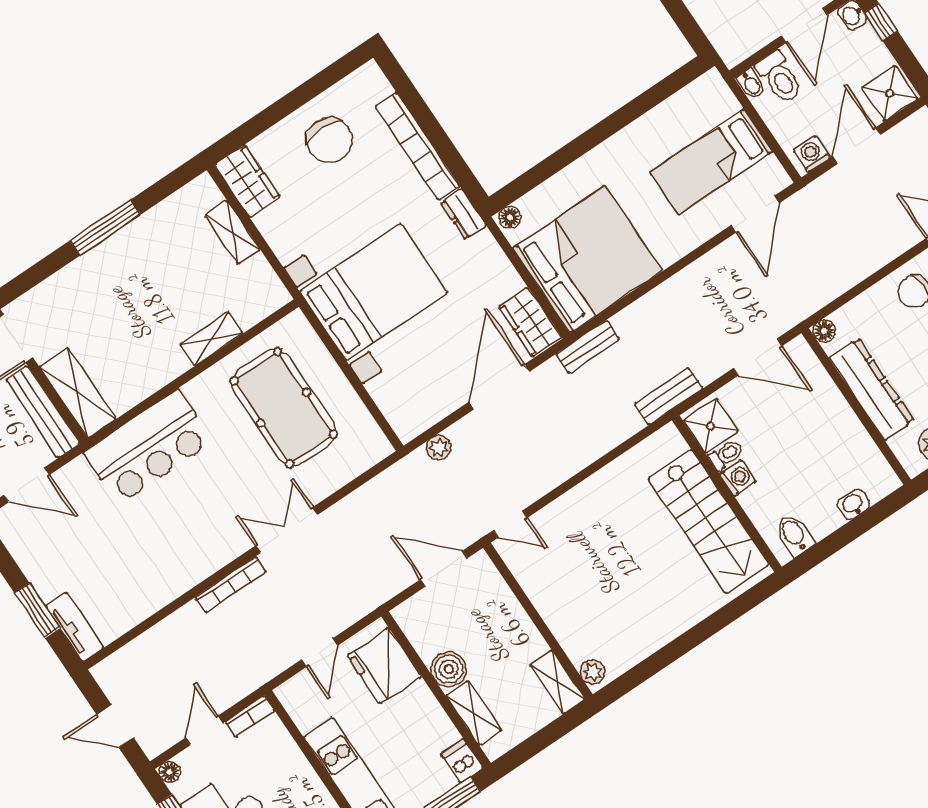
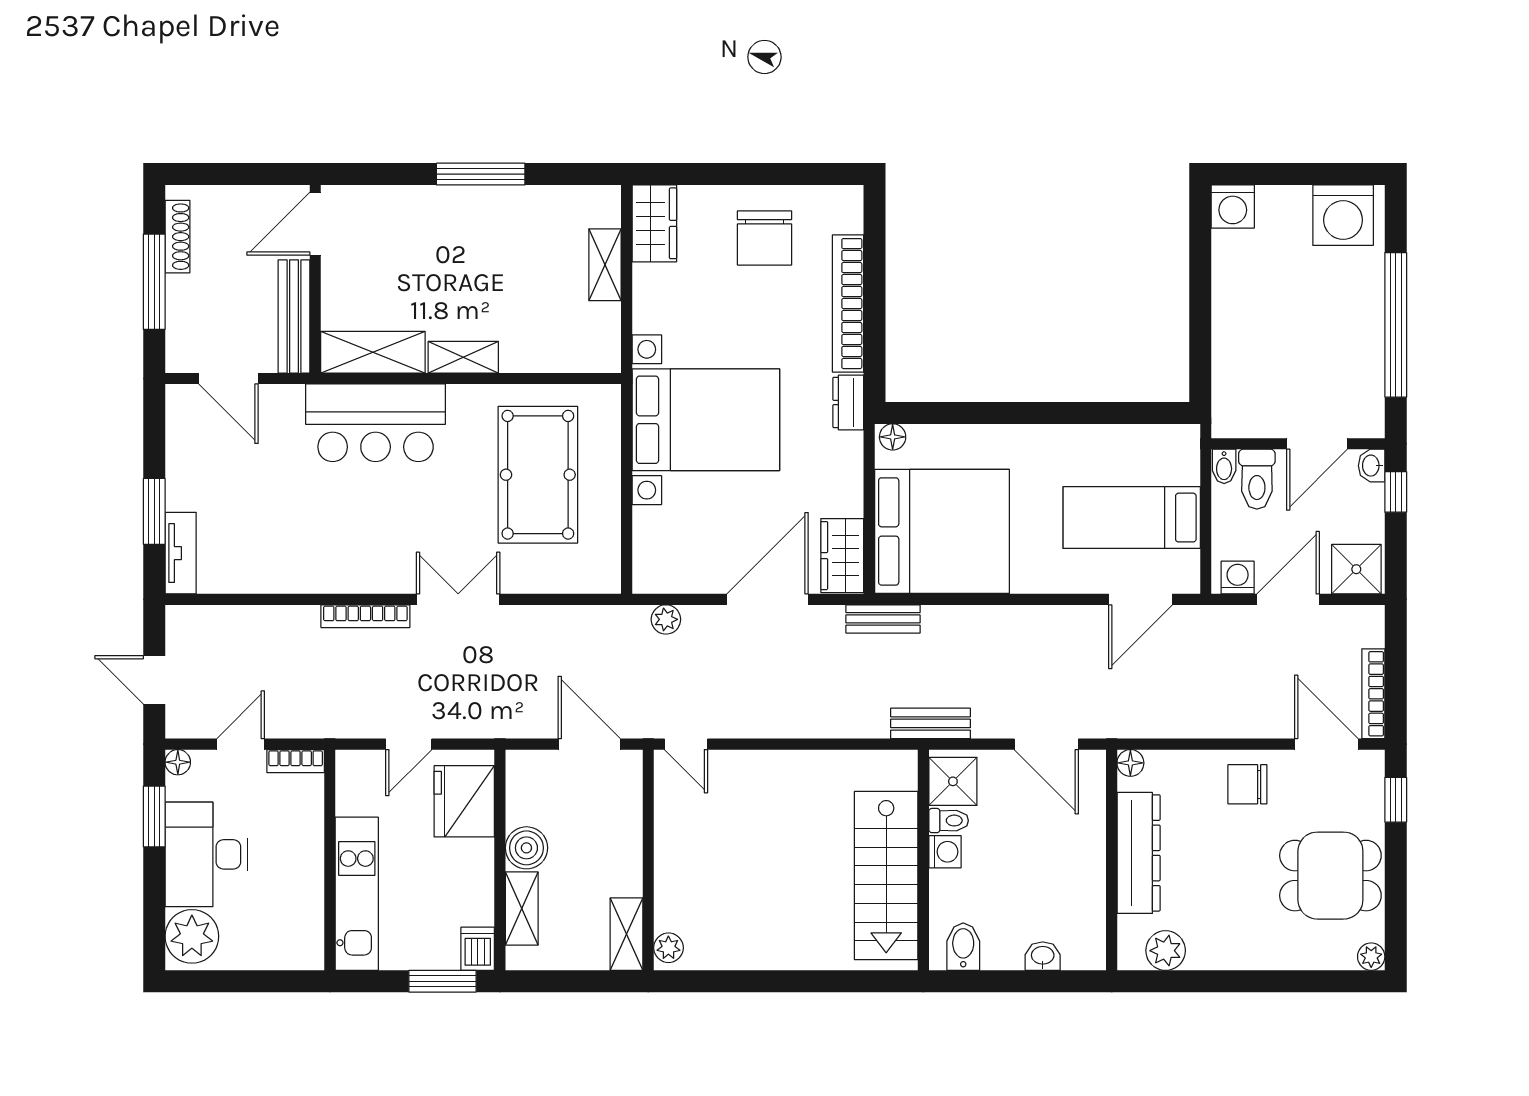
shelving: (211, 339) -> (463, 357), moved
shelving: (78, 393) -> (373, 352), moved, turned 90

